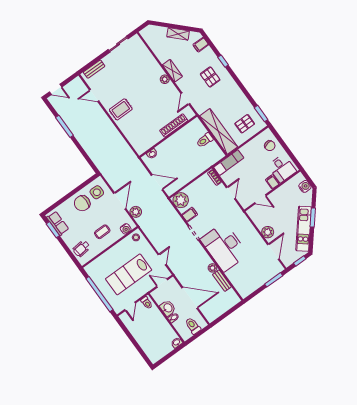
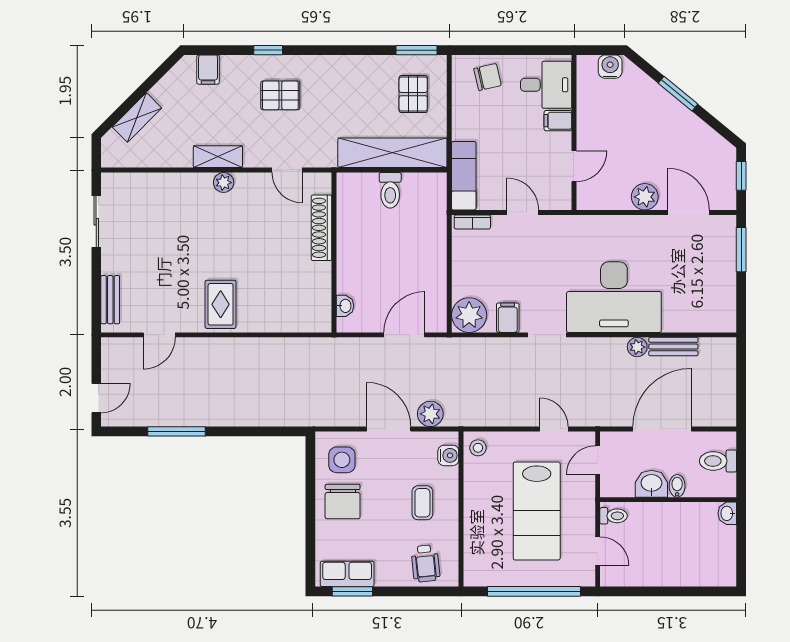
shelving: (178, 34) -> (137, 118), moved
kitchen unit: (304, 229) -> (687, 126), removed

